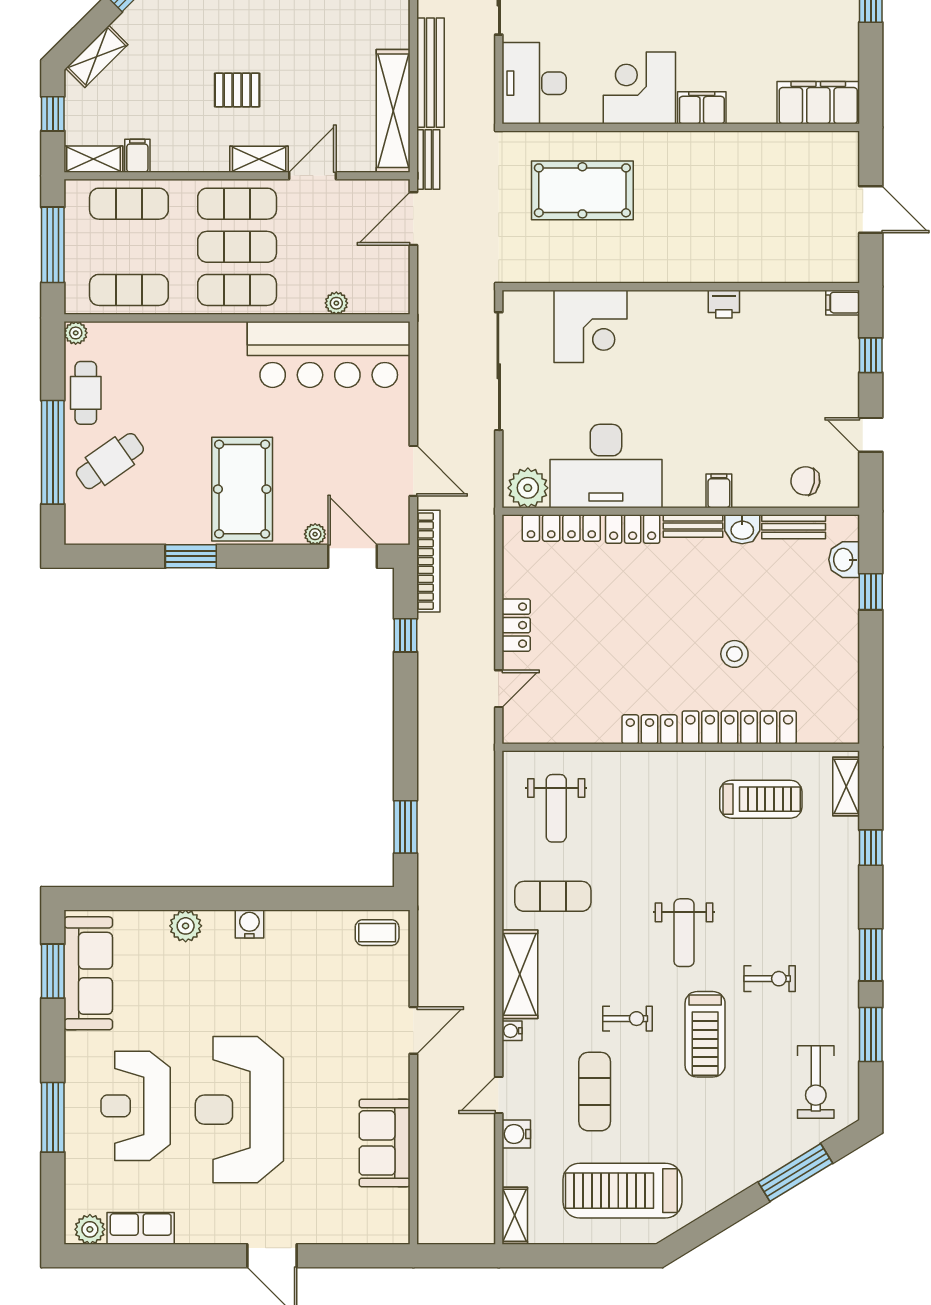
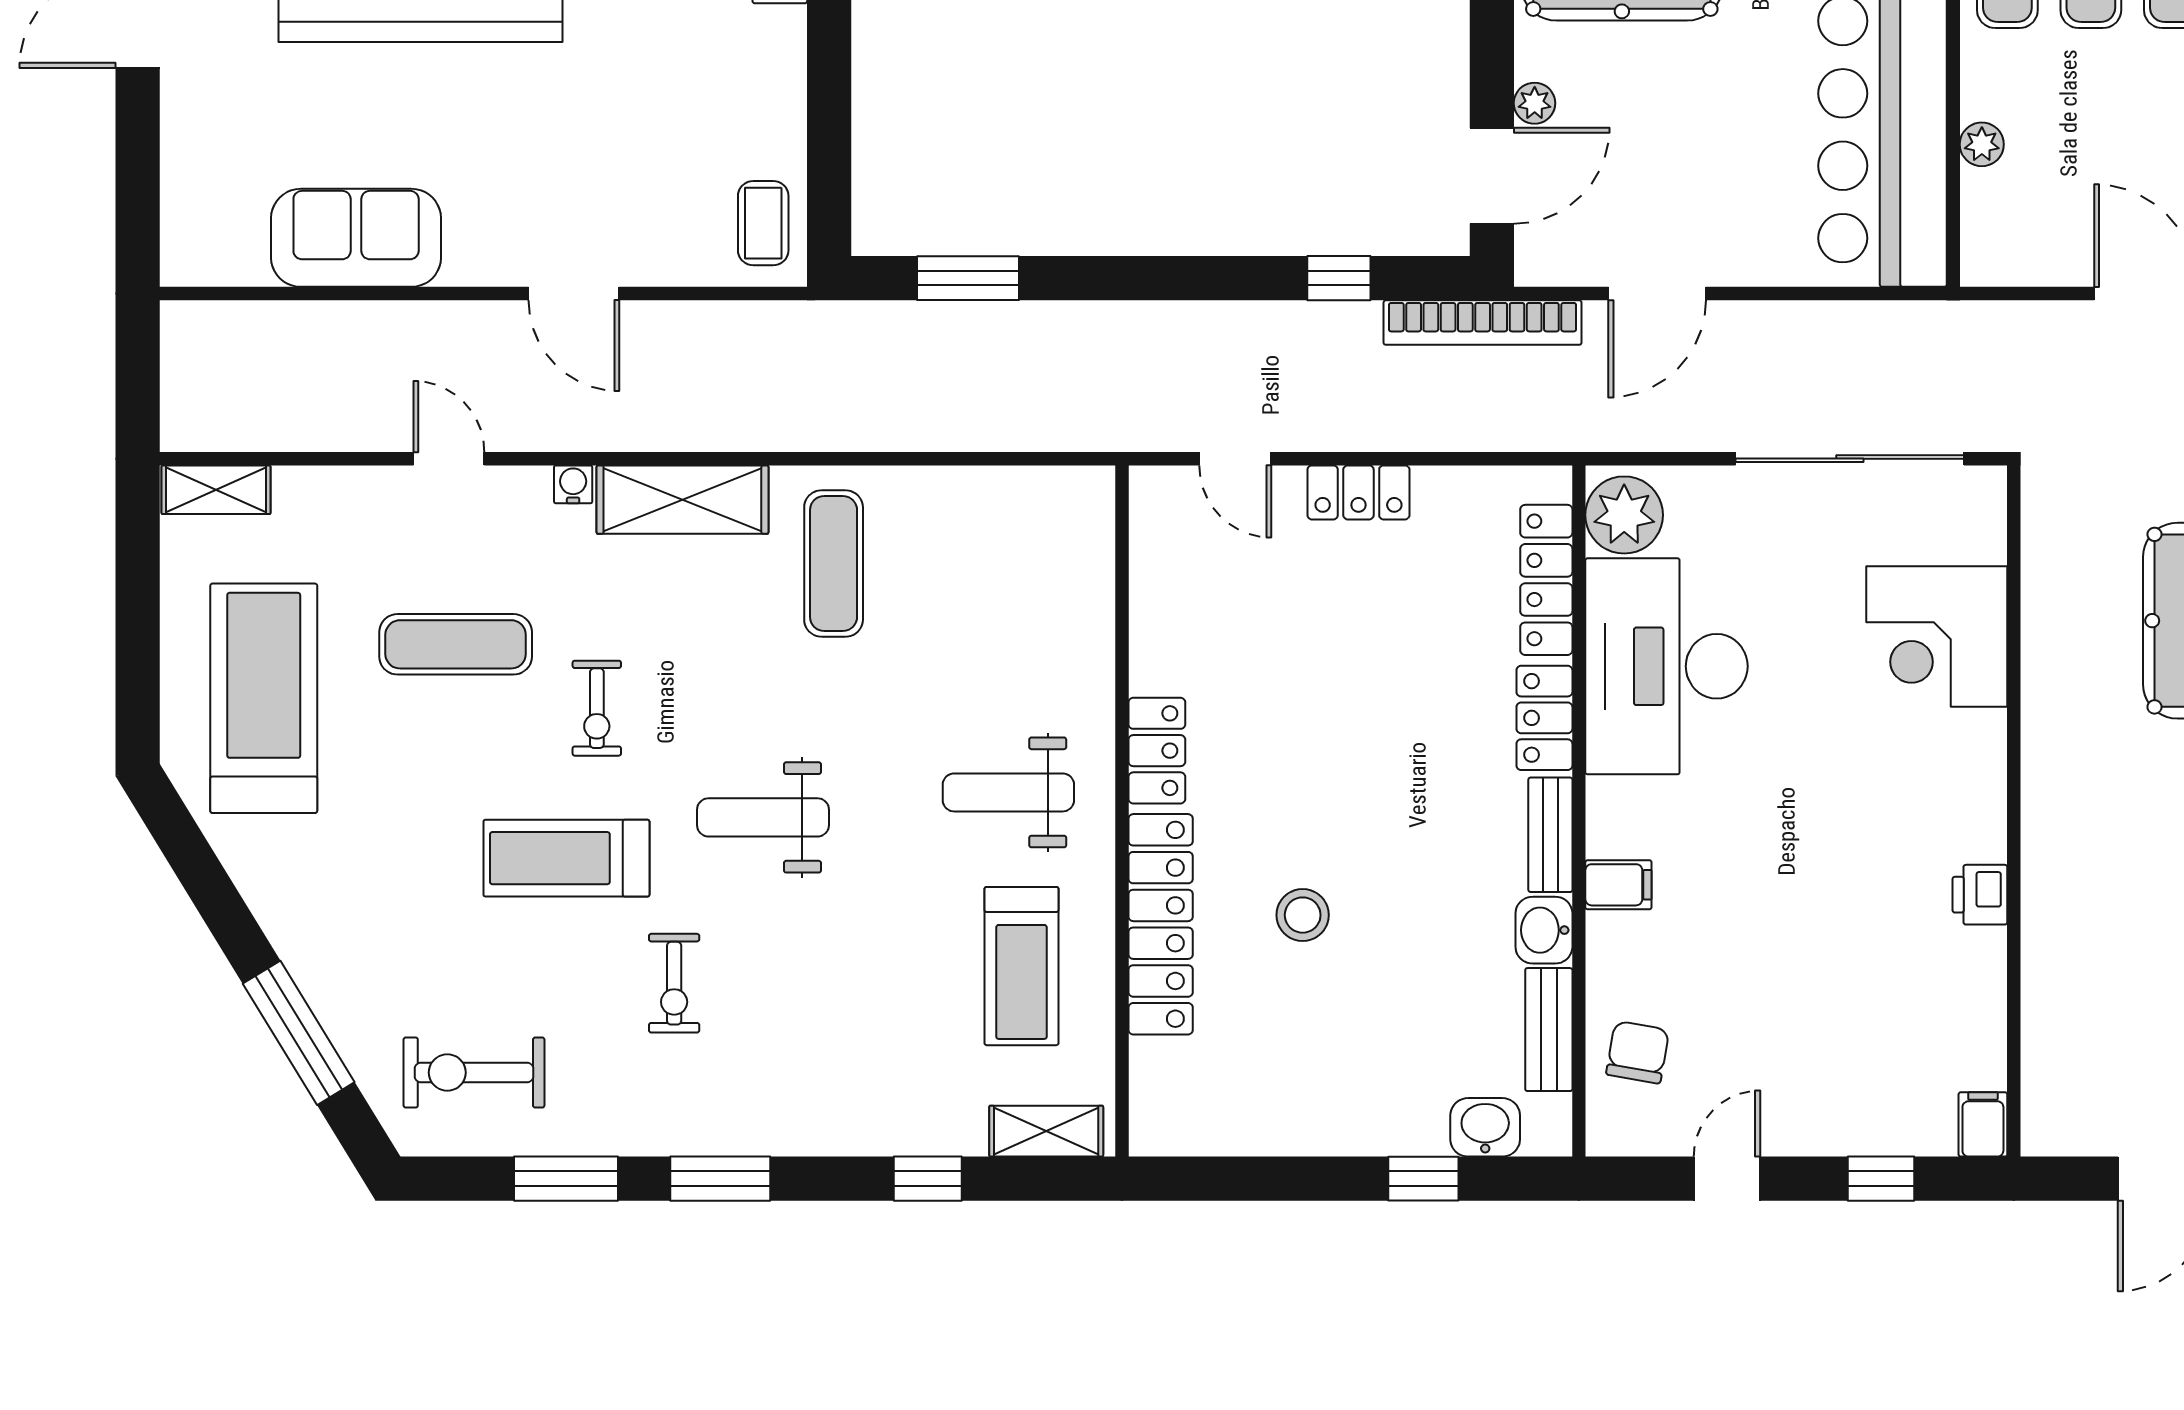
weight bench: (556, 808) -> (1008, 792), moved
water cooler: (516, 1134) -> (373, 493), removed

